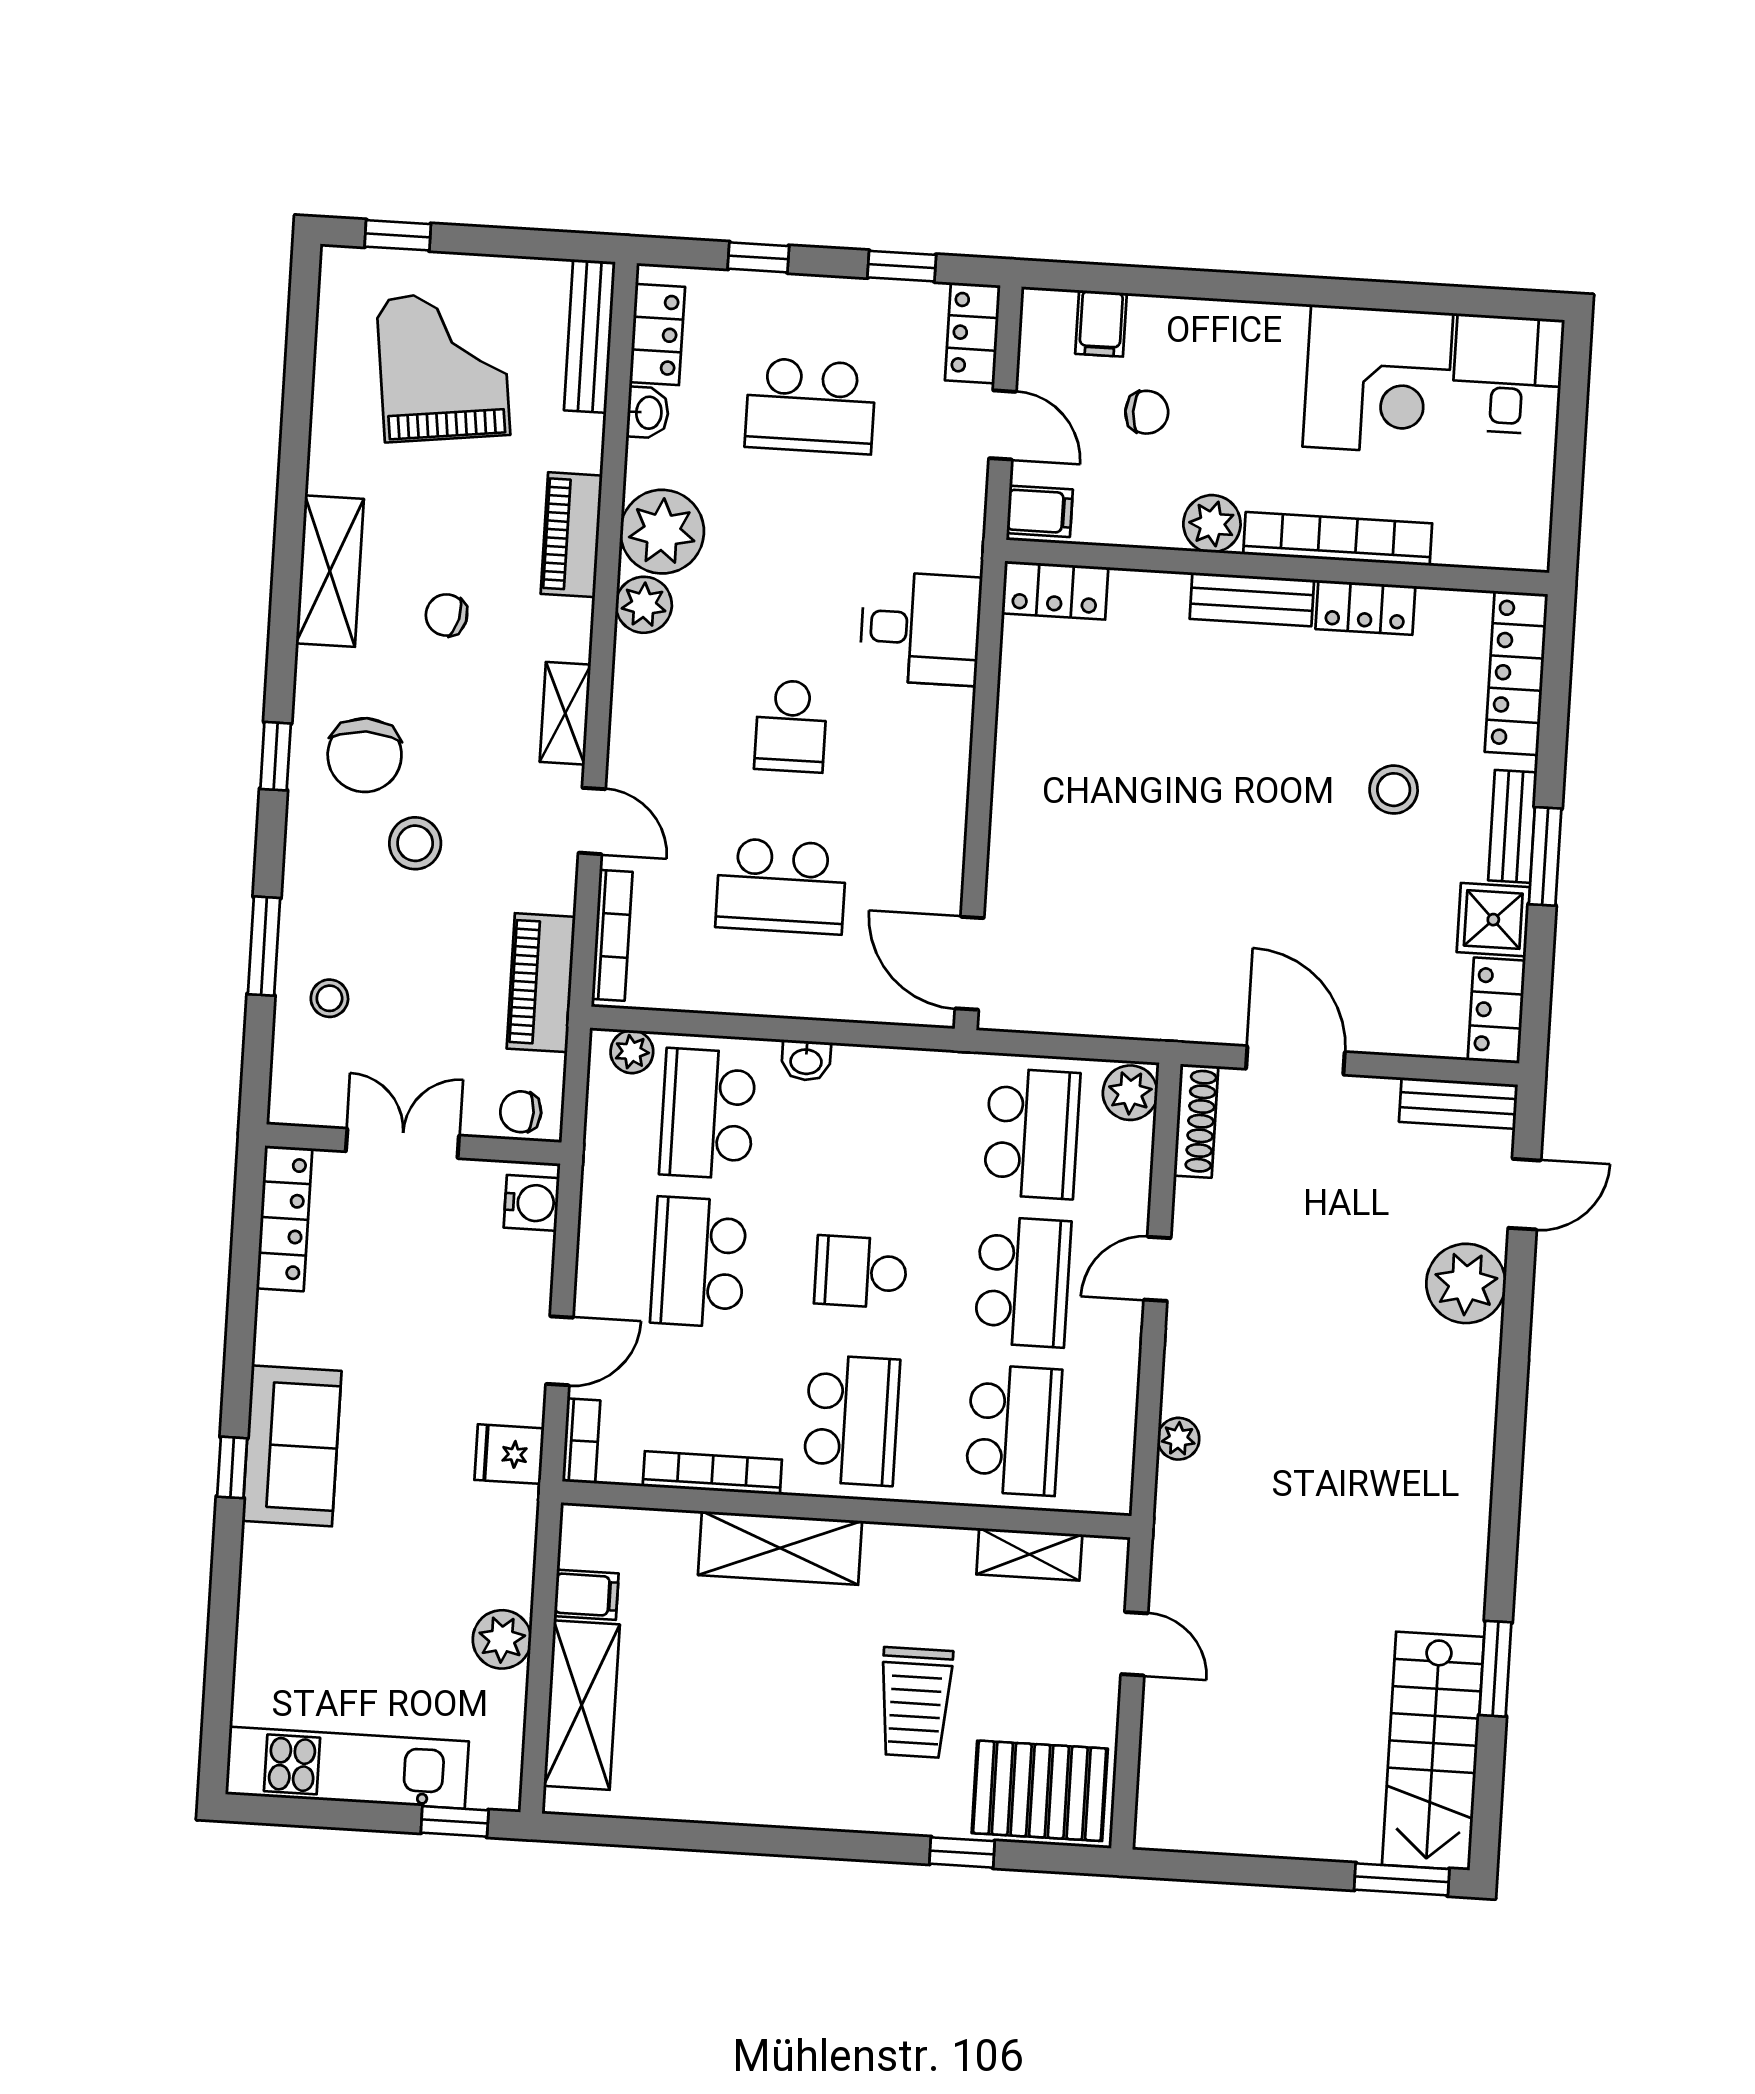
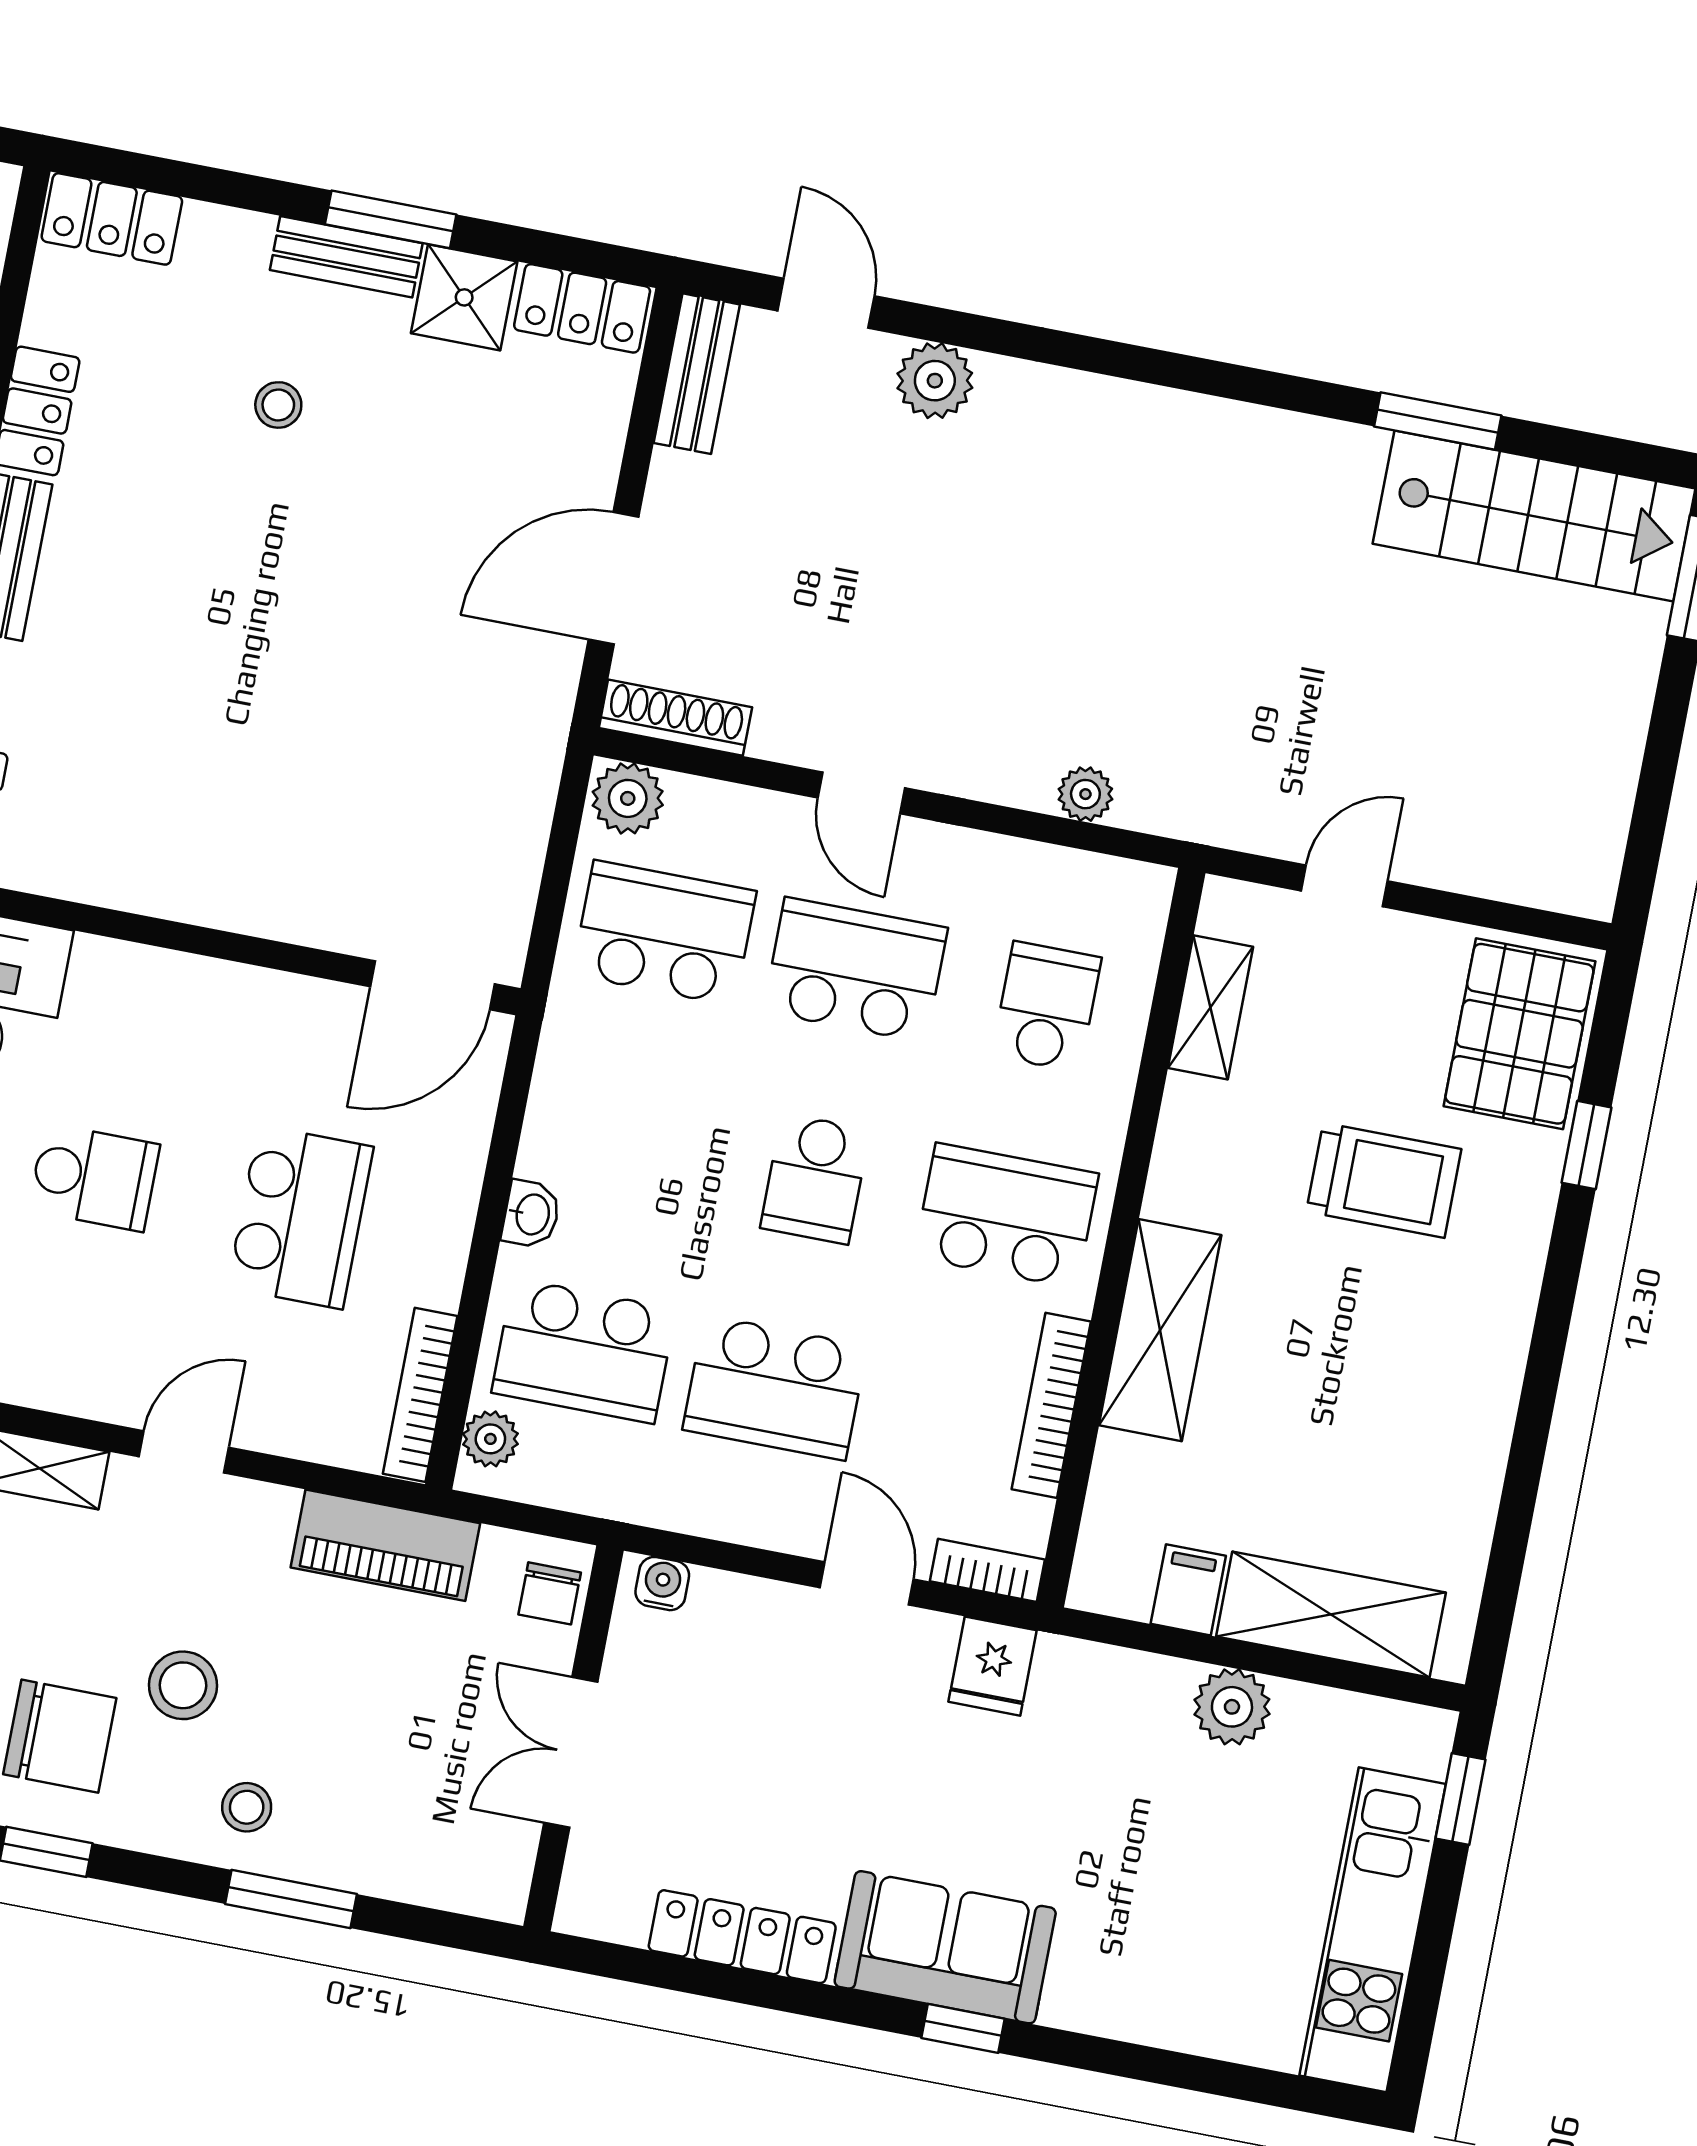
locker: (1516, 673) -> (112, 219), width x0.66
stool: (1394, 790) -> (278, 405), width x0.73, depth x0.73
bookcase: (612, 935) -> (420, 1395), moved, turned -90
stool: (329, 998) -> (247, 1807), moved
water cooler: (532, 1203) -> (662, 1584), width x0.72, depth x0.72
locker: (284, 1218) -> (742, 1937), moved
plant: (1466, 1283) -> (935, 381), width x0.73, depth x0.73
school desk: (1014, 1430) -> (1047, 1007), width x0.54

